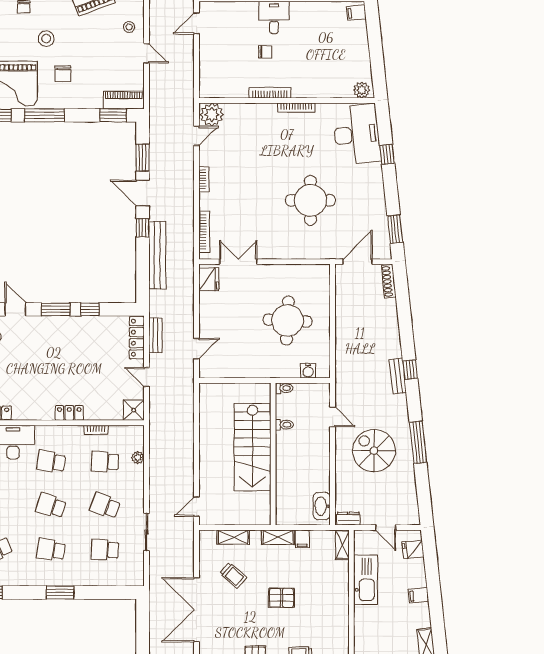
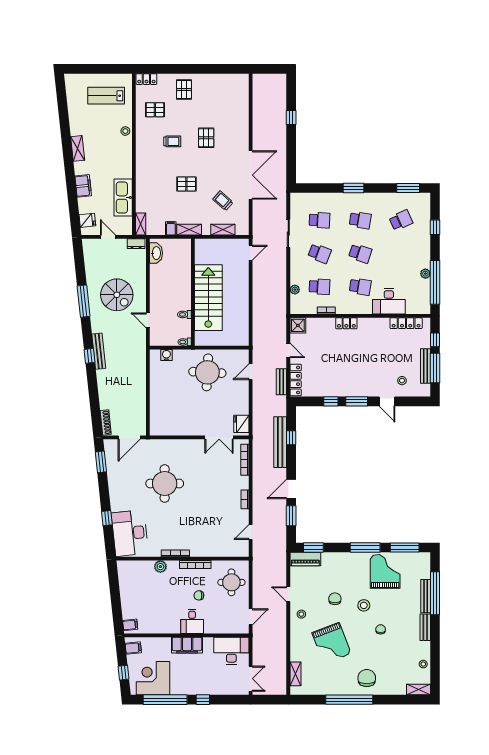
round table: (222, 69) -> (231, 582), added
chair: (63, 74) -> (335, 599), moved
plant: (362, 90) -> (160, 567), moved
plant: (212, 115) -> (239, 548), removed
door: (143, 193) -> (291, 489), swing flipped
window: (143, 228) -> (291, 438), moved
round table: (288, 320) -> (207, 372), moved
bench: (398, 376) -> (99, 351), width x1.36
filing cabinet: (419, 595) -> (83, 186), width x2.00

